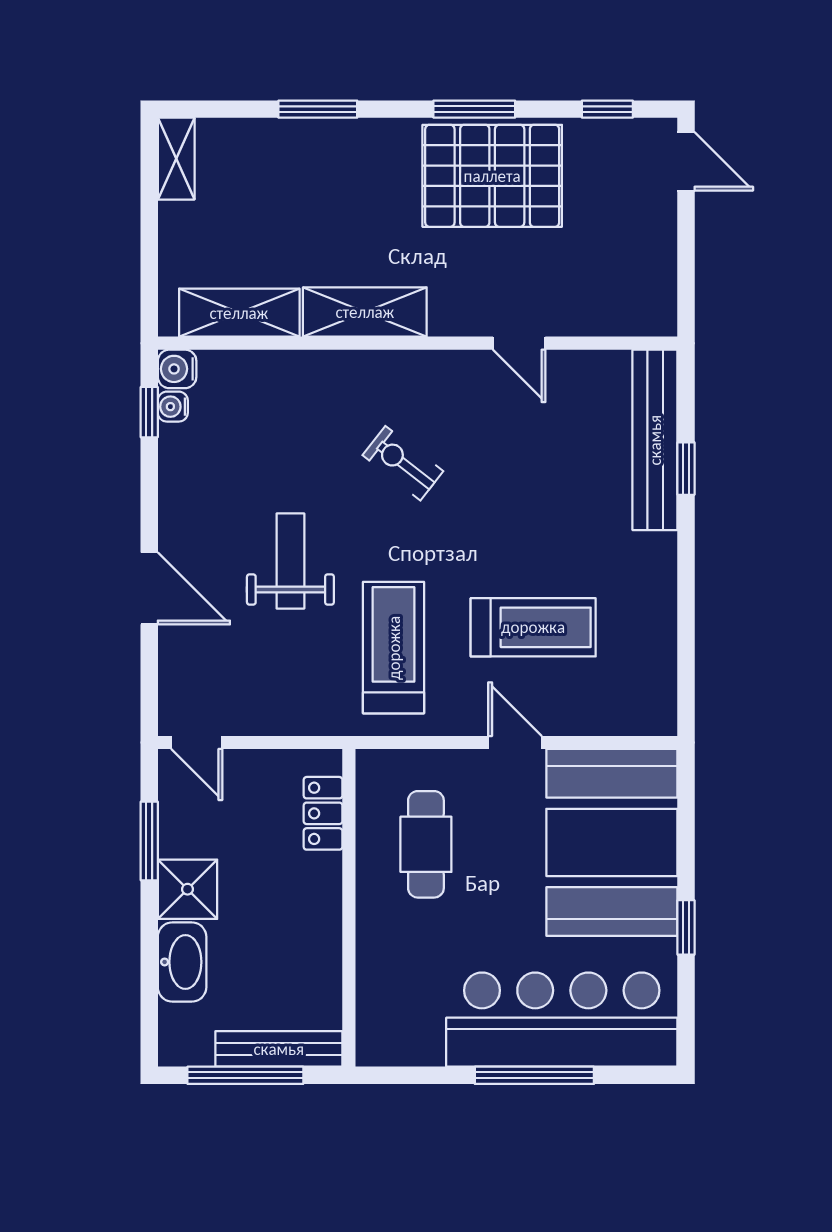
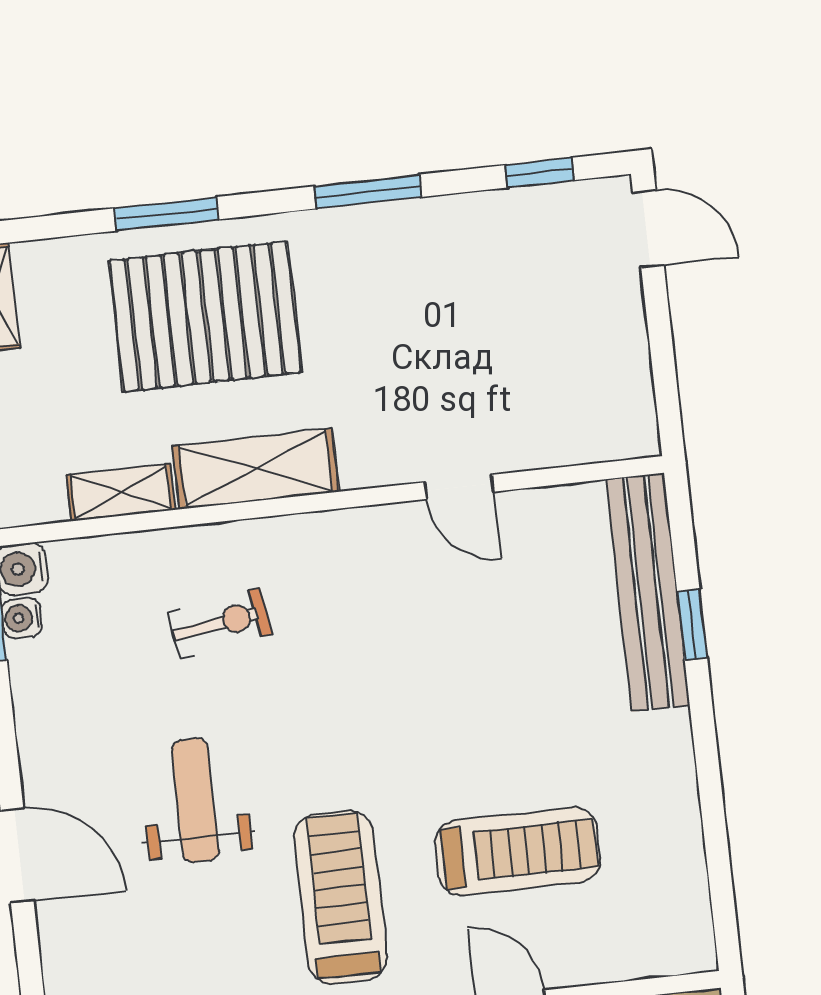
pallet: (492, 176) -> (205, 316), moved
shelving: (239, 313) -> (121, 492), width x0.67, depth x0.75
exercise bike: (403, 463) -> (220, 623), moved, turned 133

